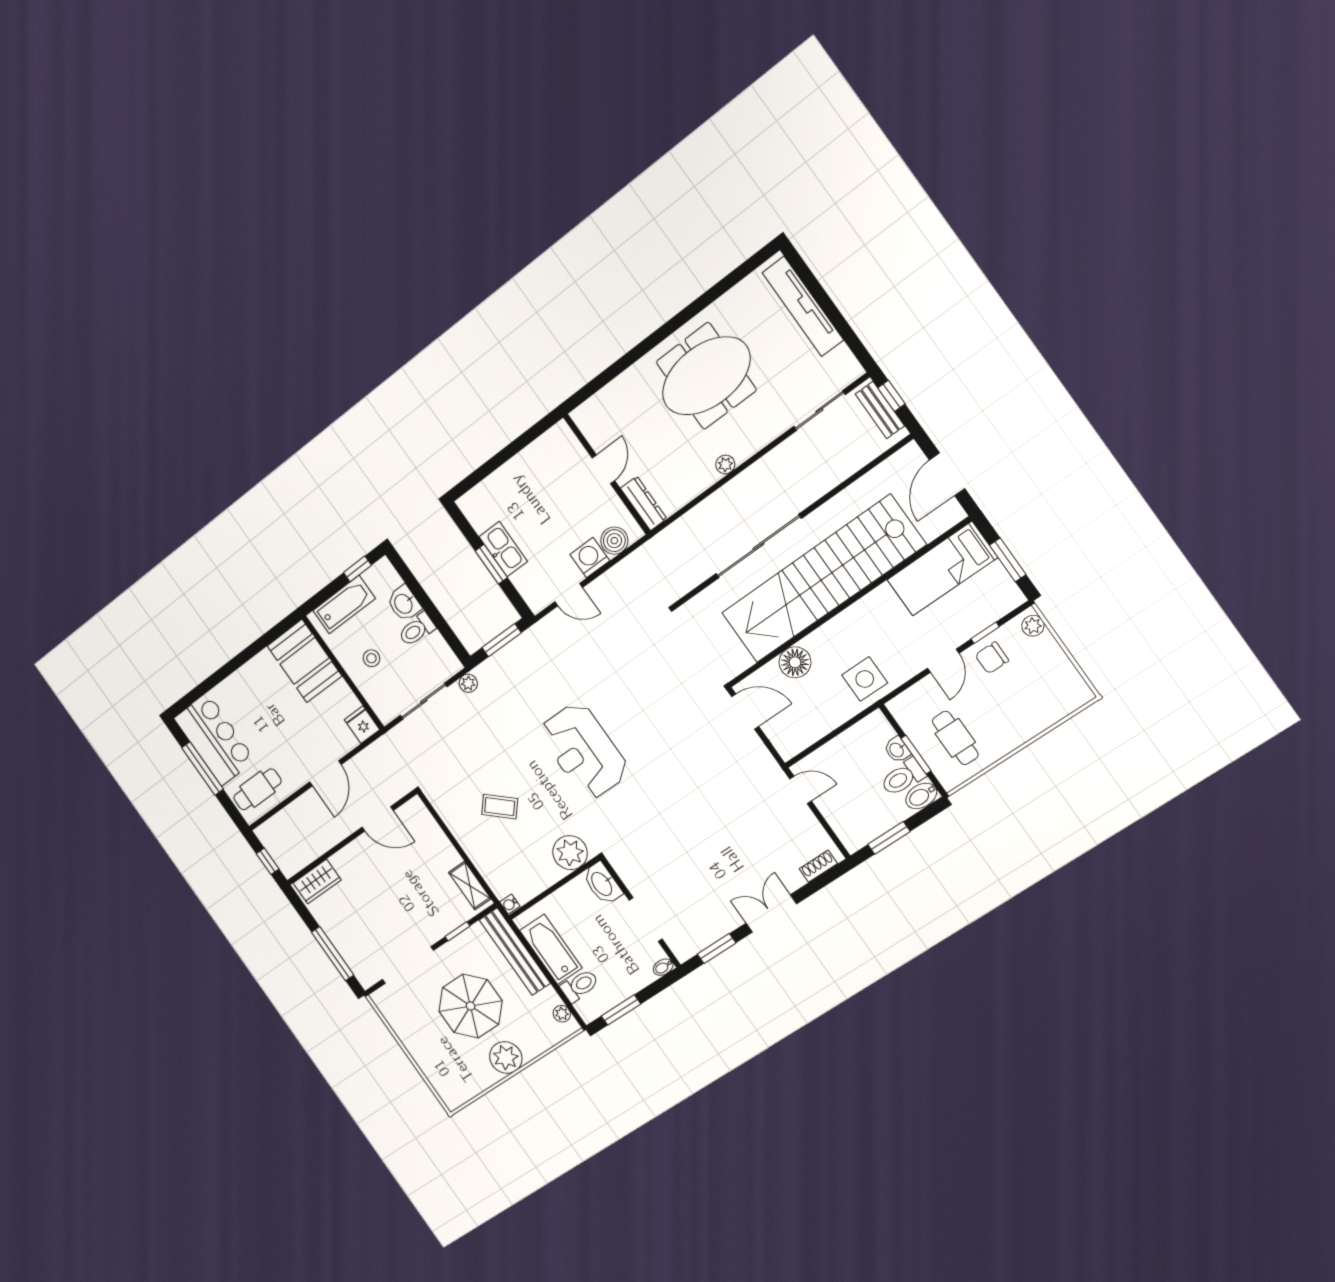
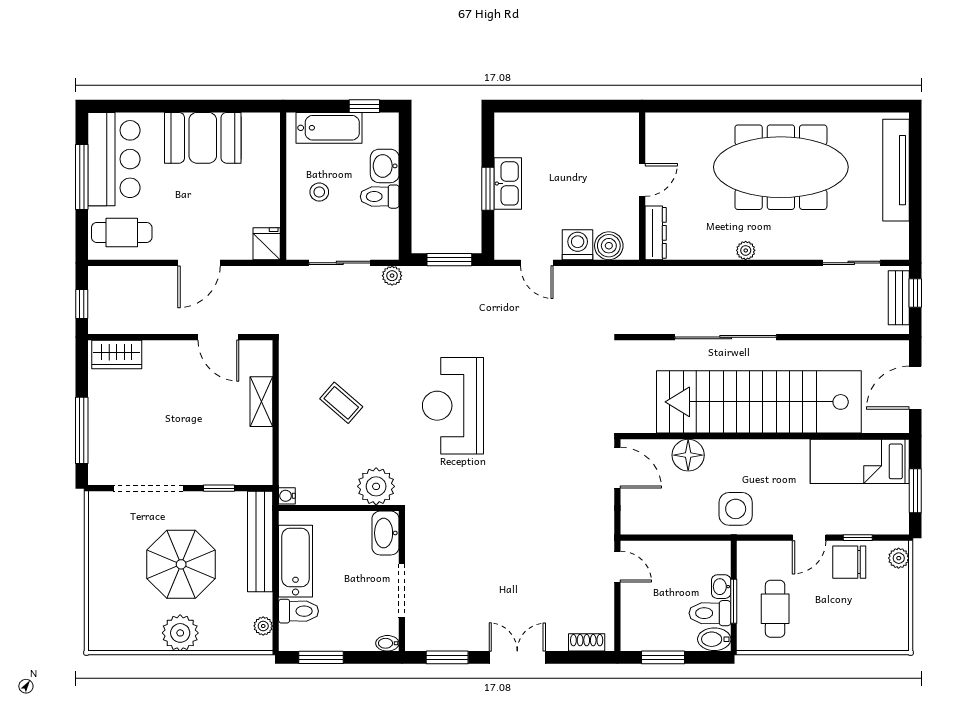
meeting table: (706, 376) -> (781, 167), width x1.36
chair: (992, 658) -> (849, 562), width x1.37, depth x1.37
booth: (304, 661) -> (203, 138), moved, turned 90
shelving: (470, 886) -> (261, 402), moved

